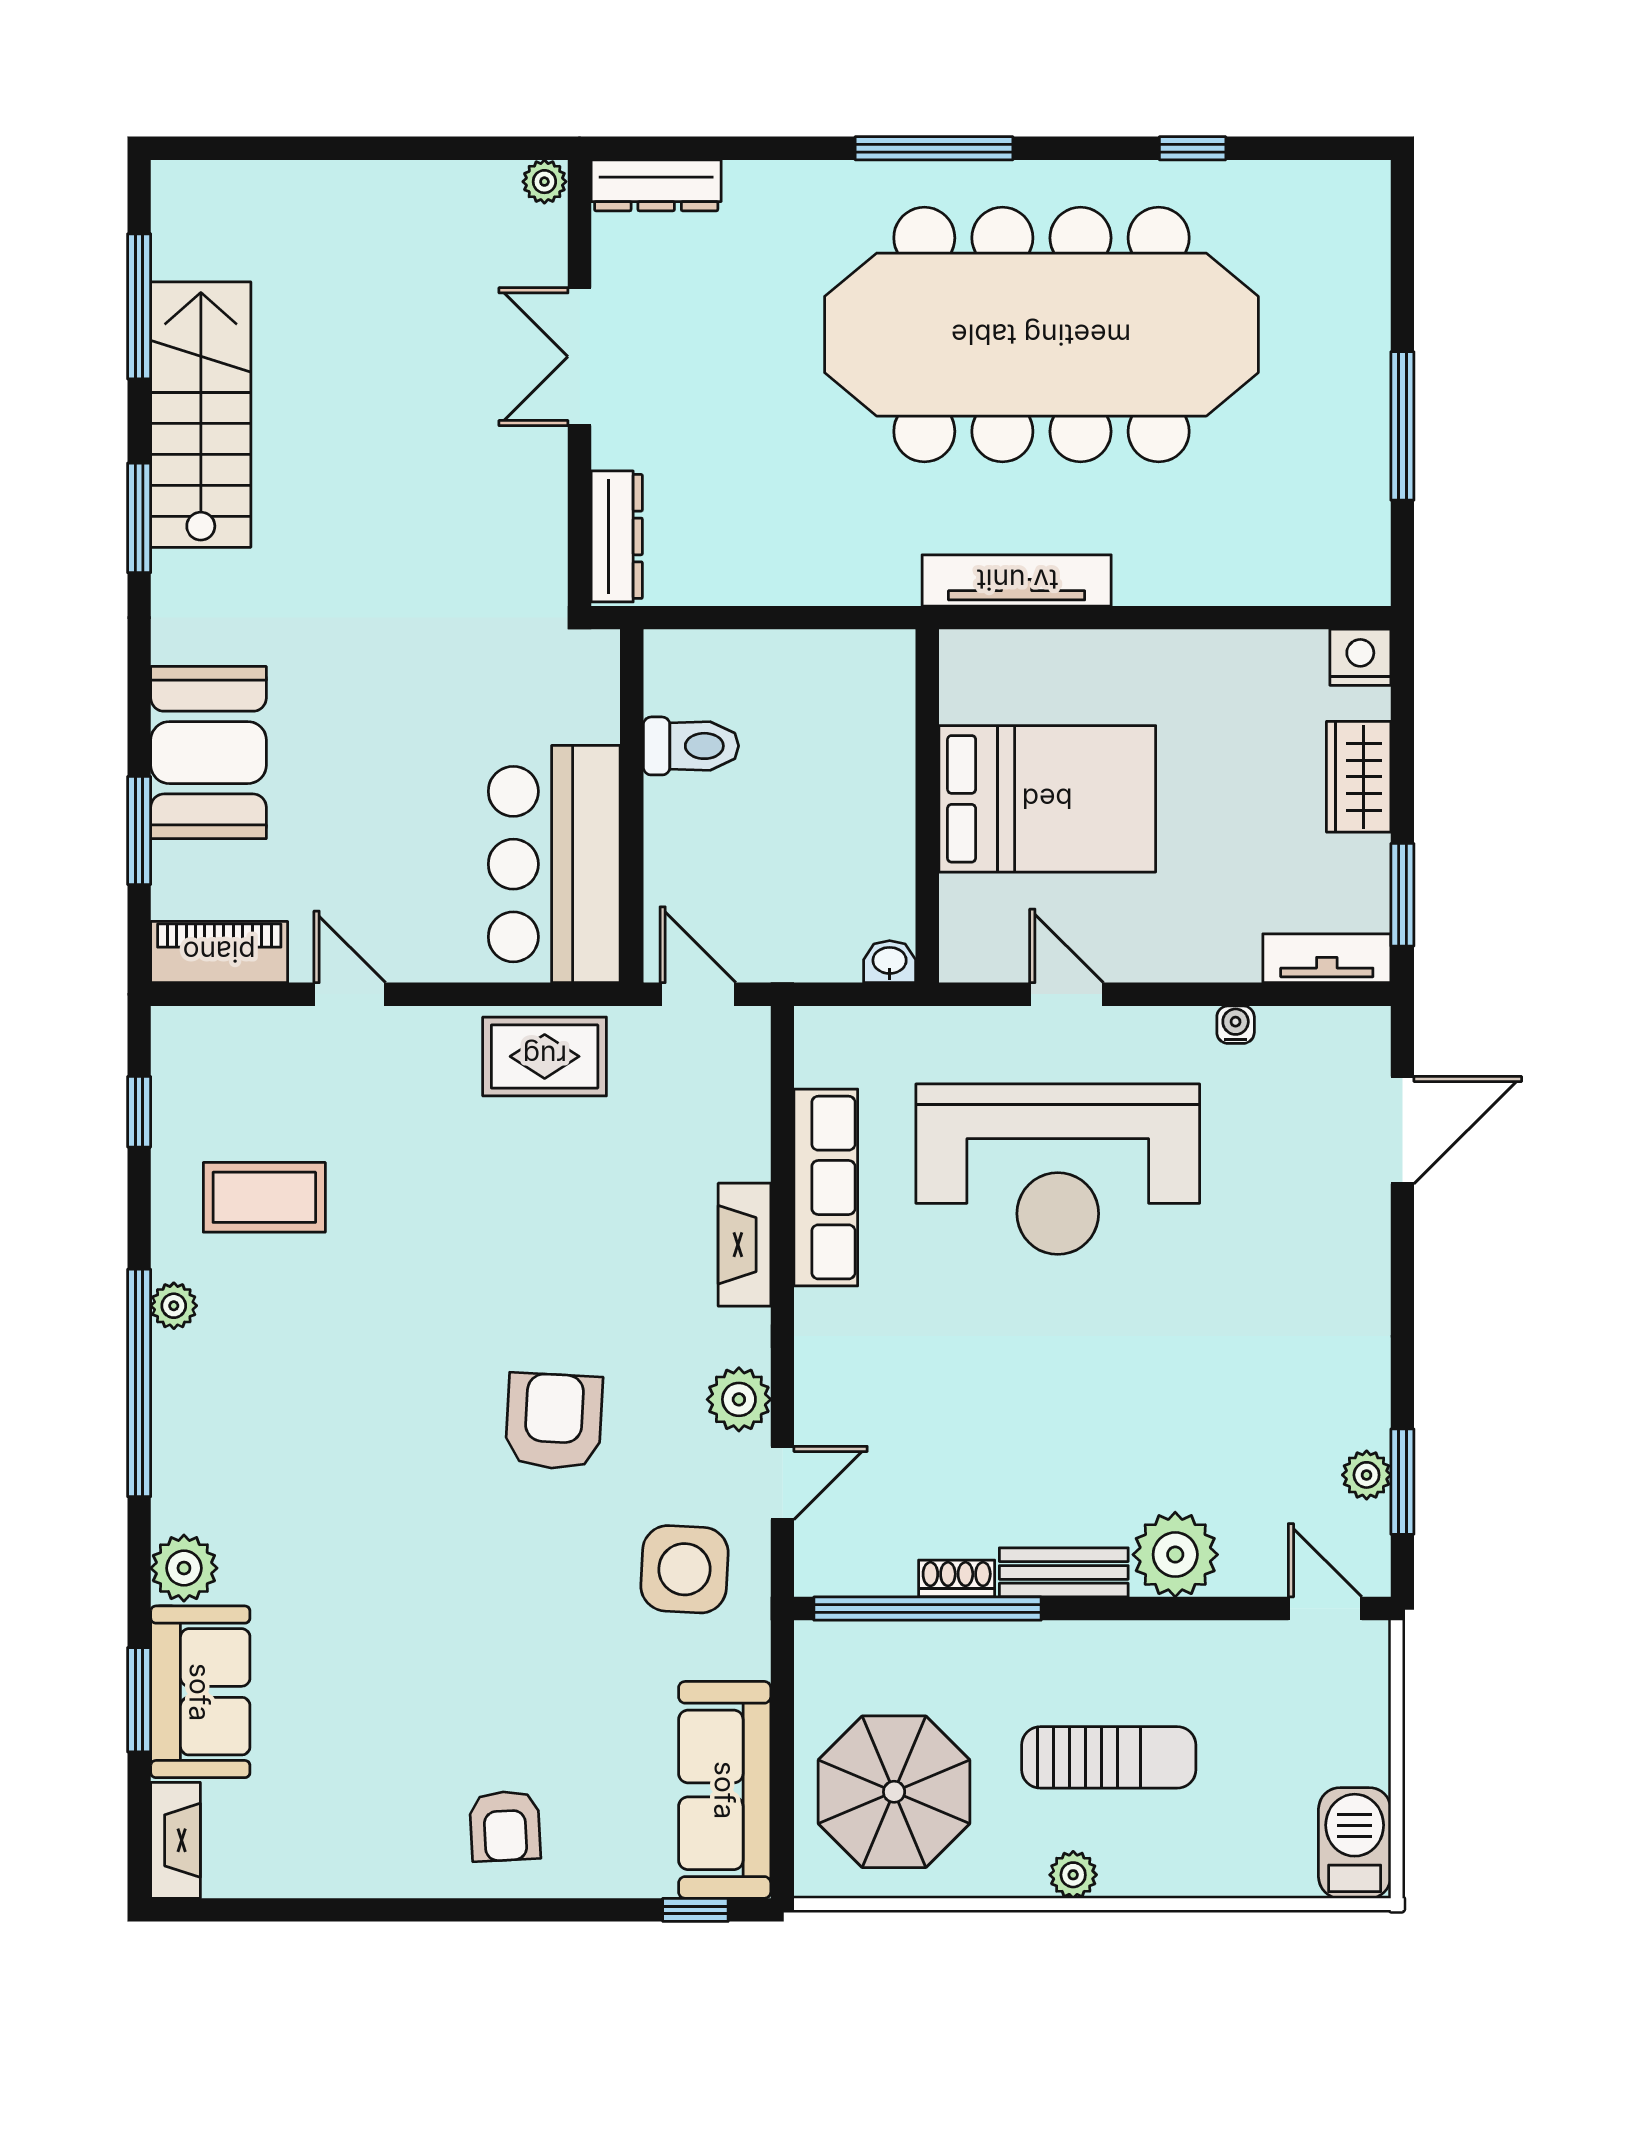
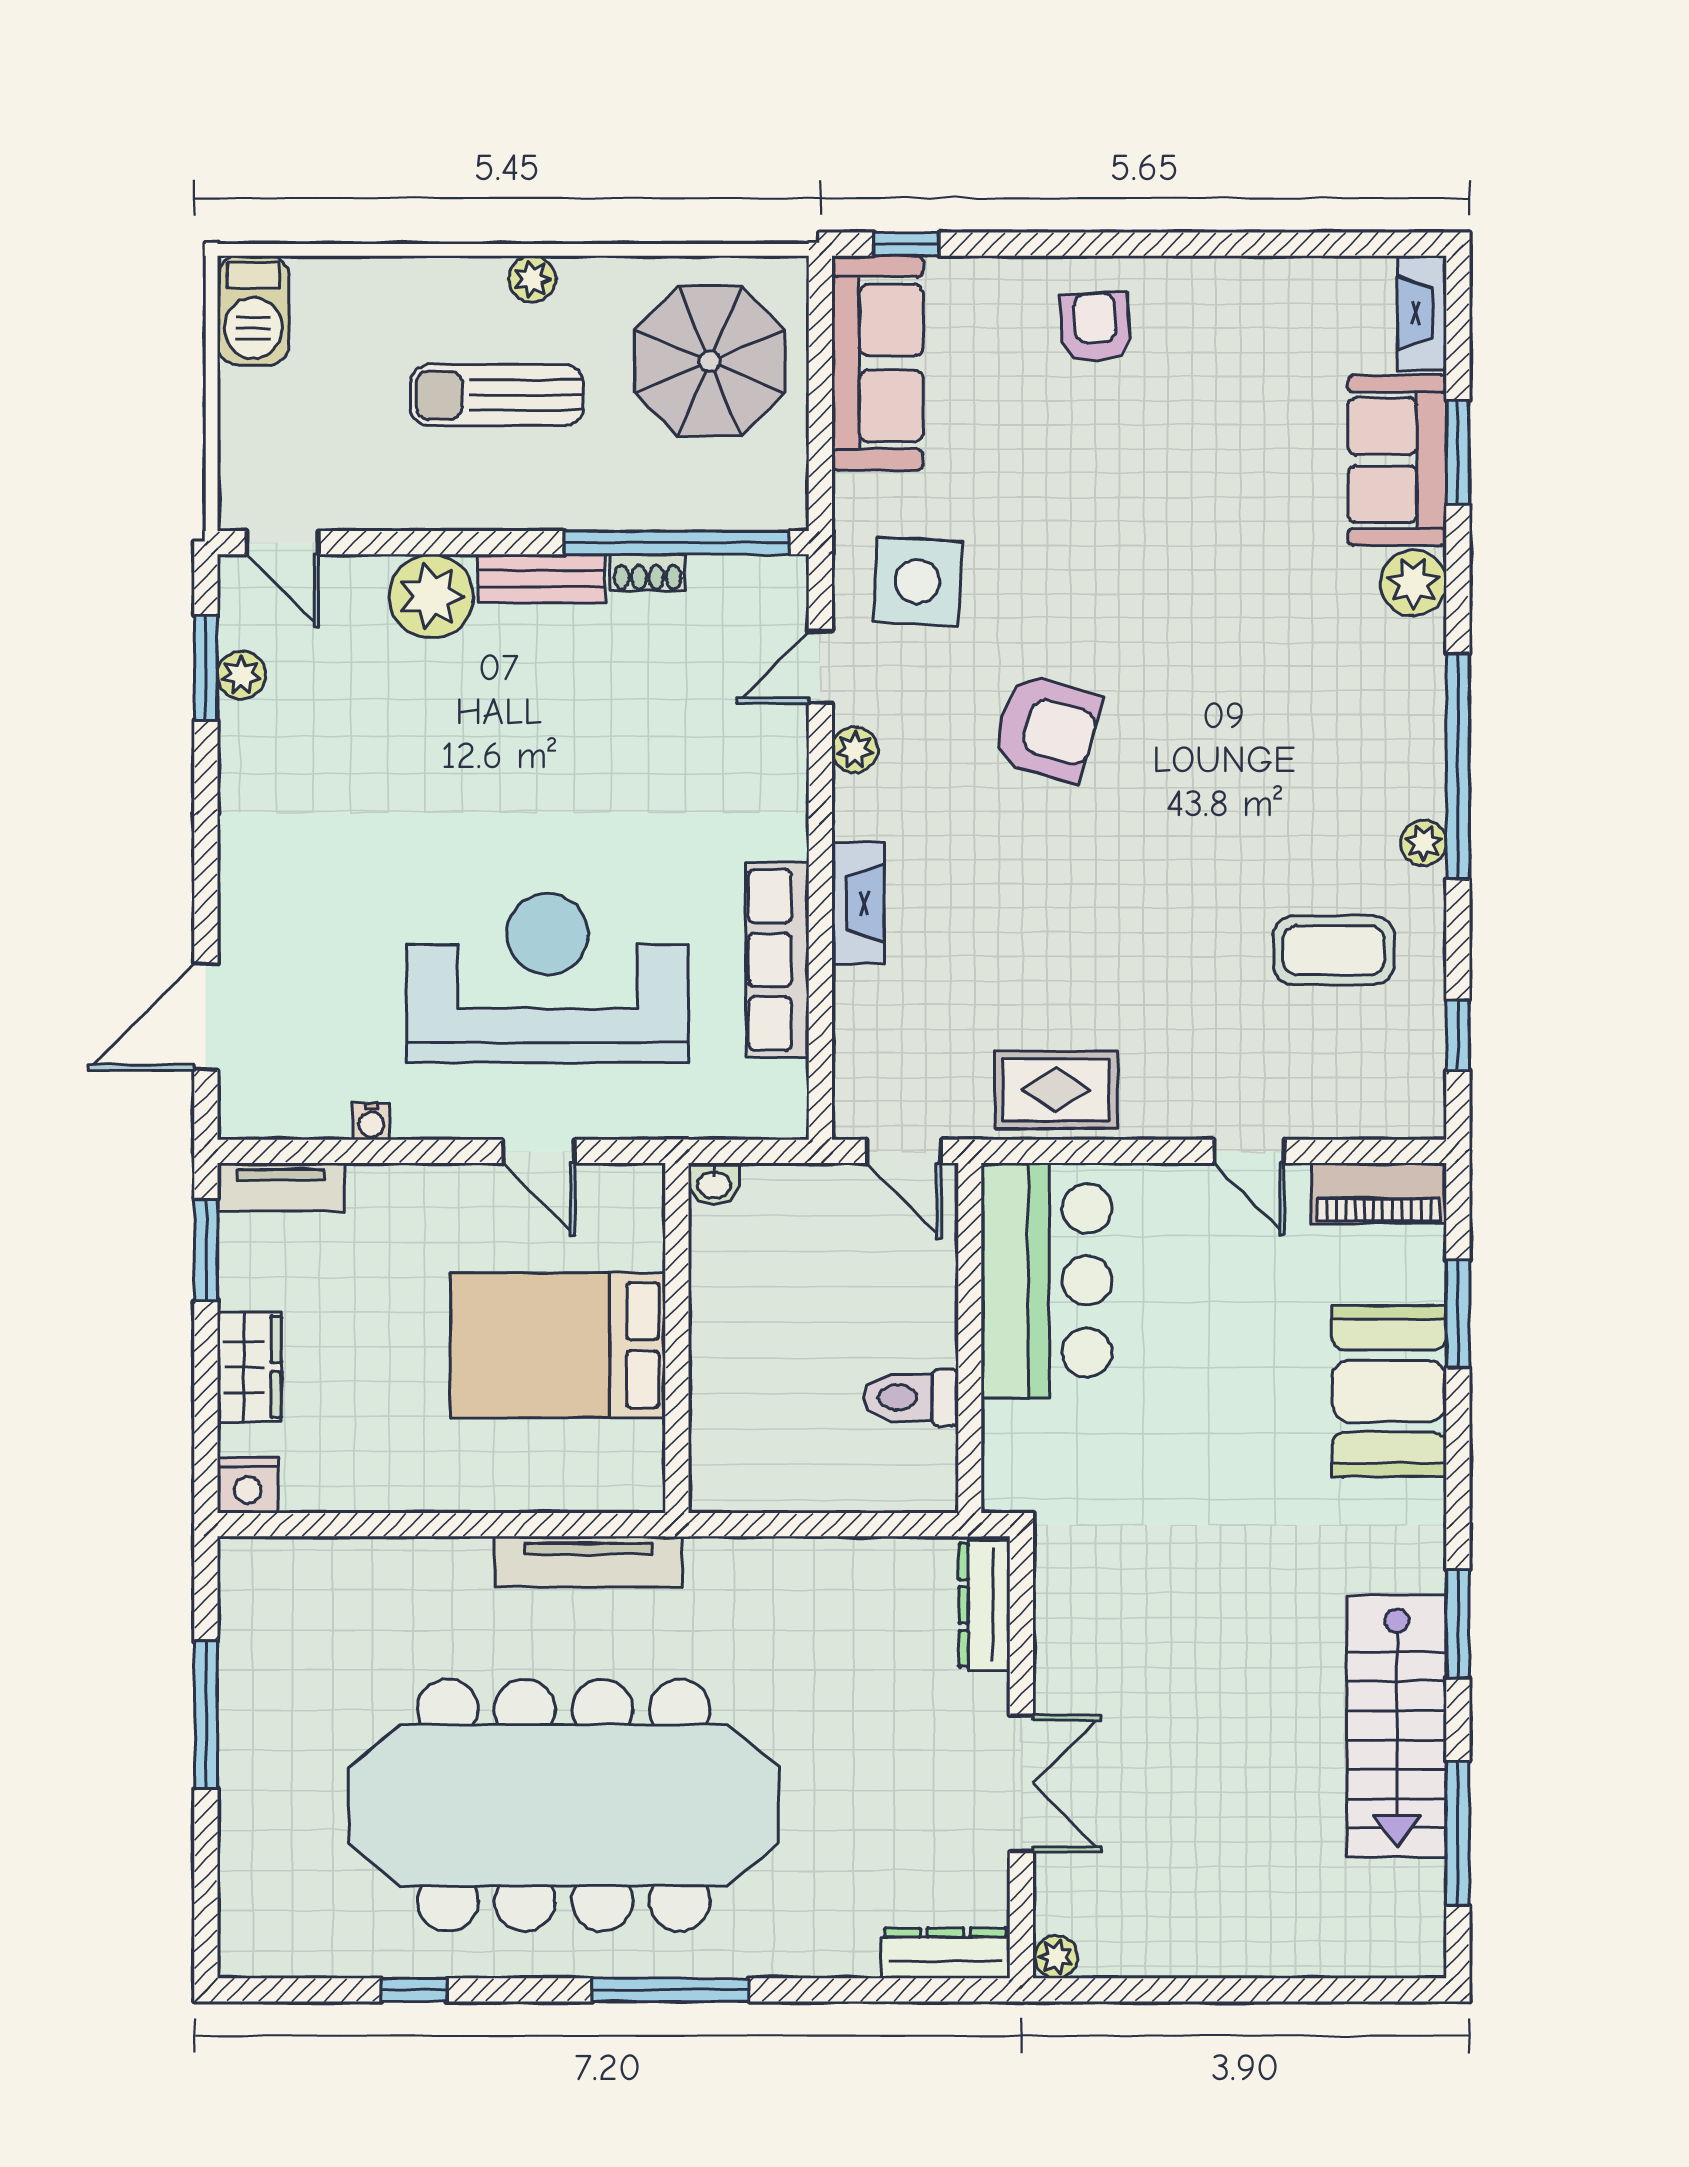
plant: (739, 1399) -> (855, 750), width x0.73, depth x0.73
armchair: (554, 1421) -> (1047, 728), turned -77

